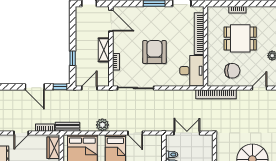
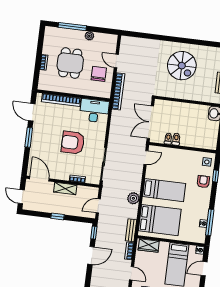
door: (111, 21) -> (39, 179), hinge flipped
window: (73, 58) -> (57, 216), moved
door: (89, 88) -> (98, 206), hinge flipped
door: (260, 88) -> (116, 61), moved
door: (135, 133) -> (146, 158), moved
double door: (187, 133) -> (150, 122), width x1.37

